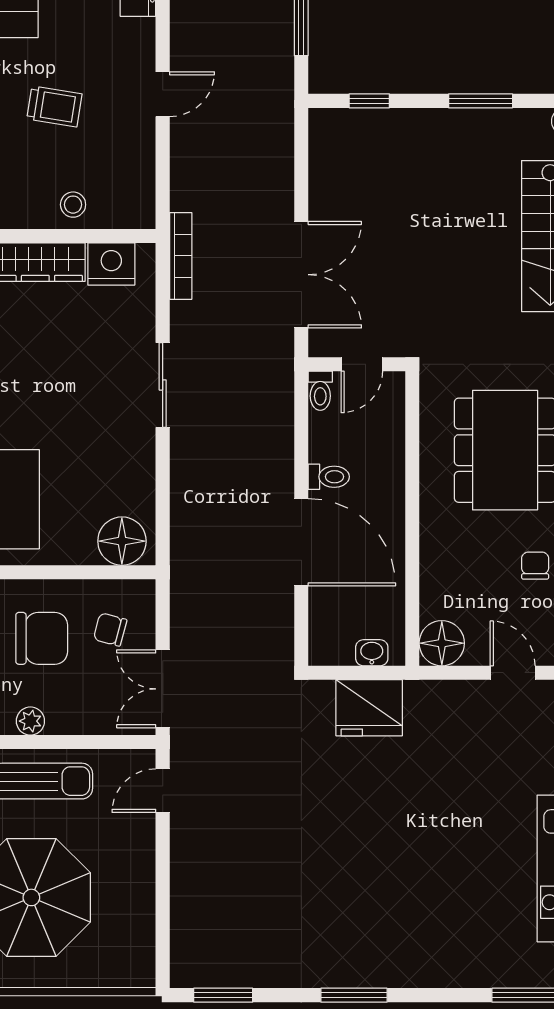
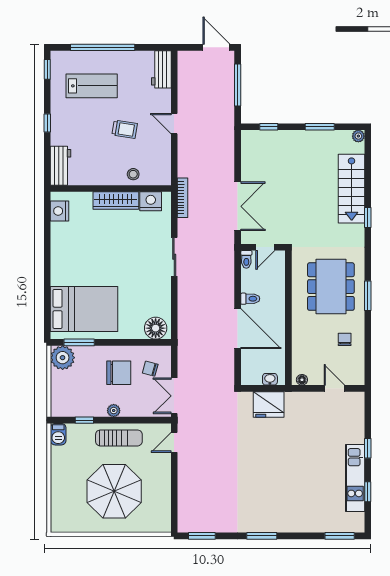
door: (163, 94) -> (174, 124), swing flipped
floor lamp: (442, 643) -> (302, 380), width x0.53, depth x0.53

